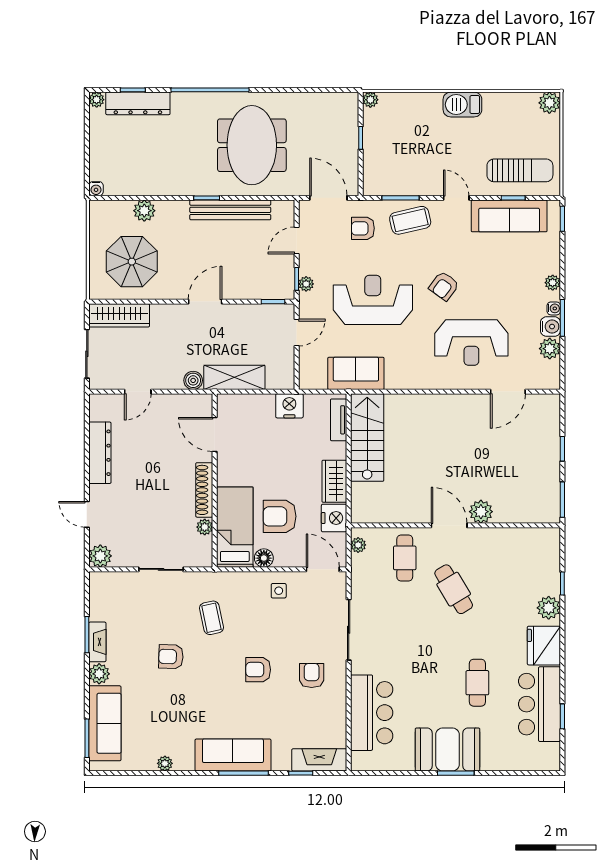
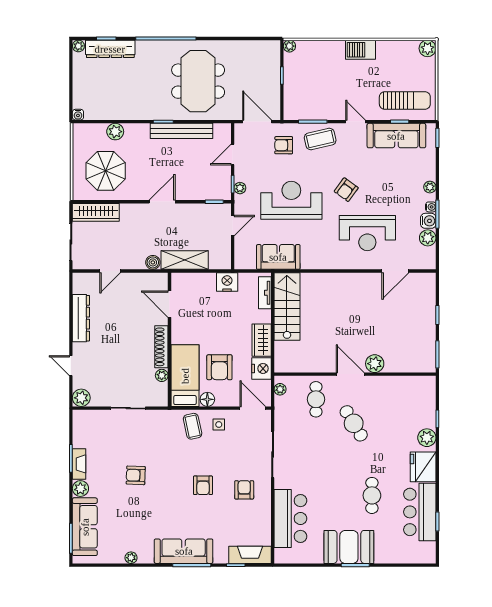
armchair: (280, 516) -> (219, 367), turned -90
coffee table: (211, 618) -> (193, 426), moved
armchair: (258, 670) -> (203, 485), turned -90

